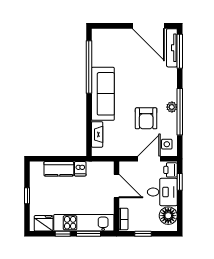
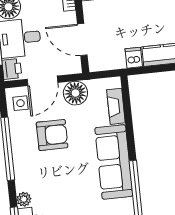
plant: (172, 107) -> (24, 199), moved
armchair: (146, 118) -> (52, 135), turned 90
floor lamp: (126, 147) -> (75, 93), added

